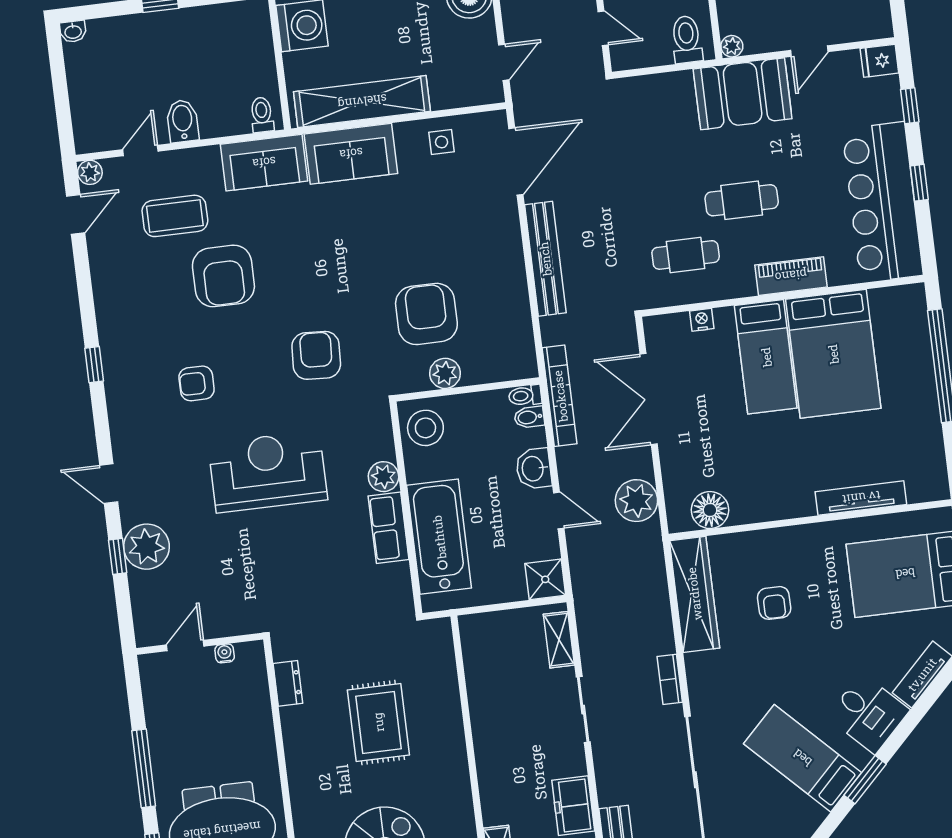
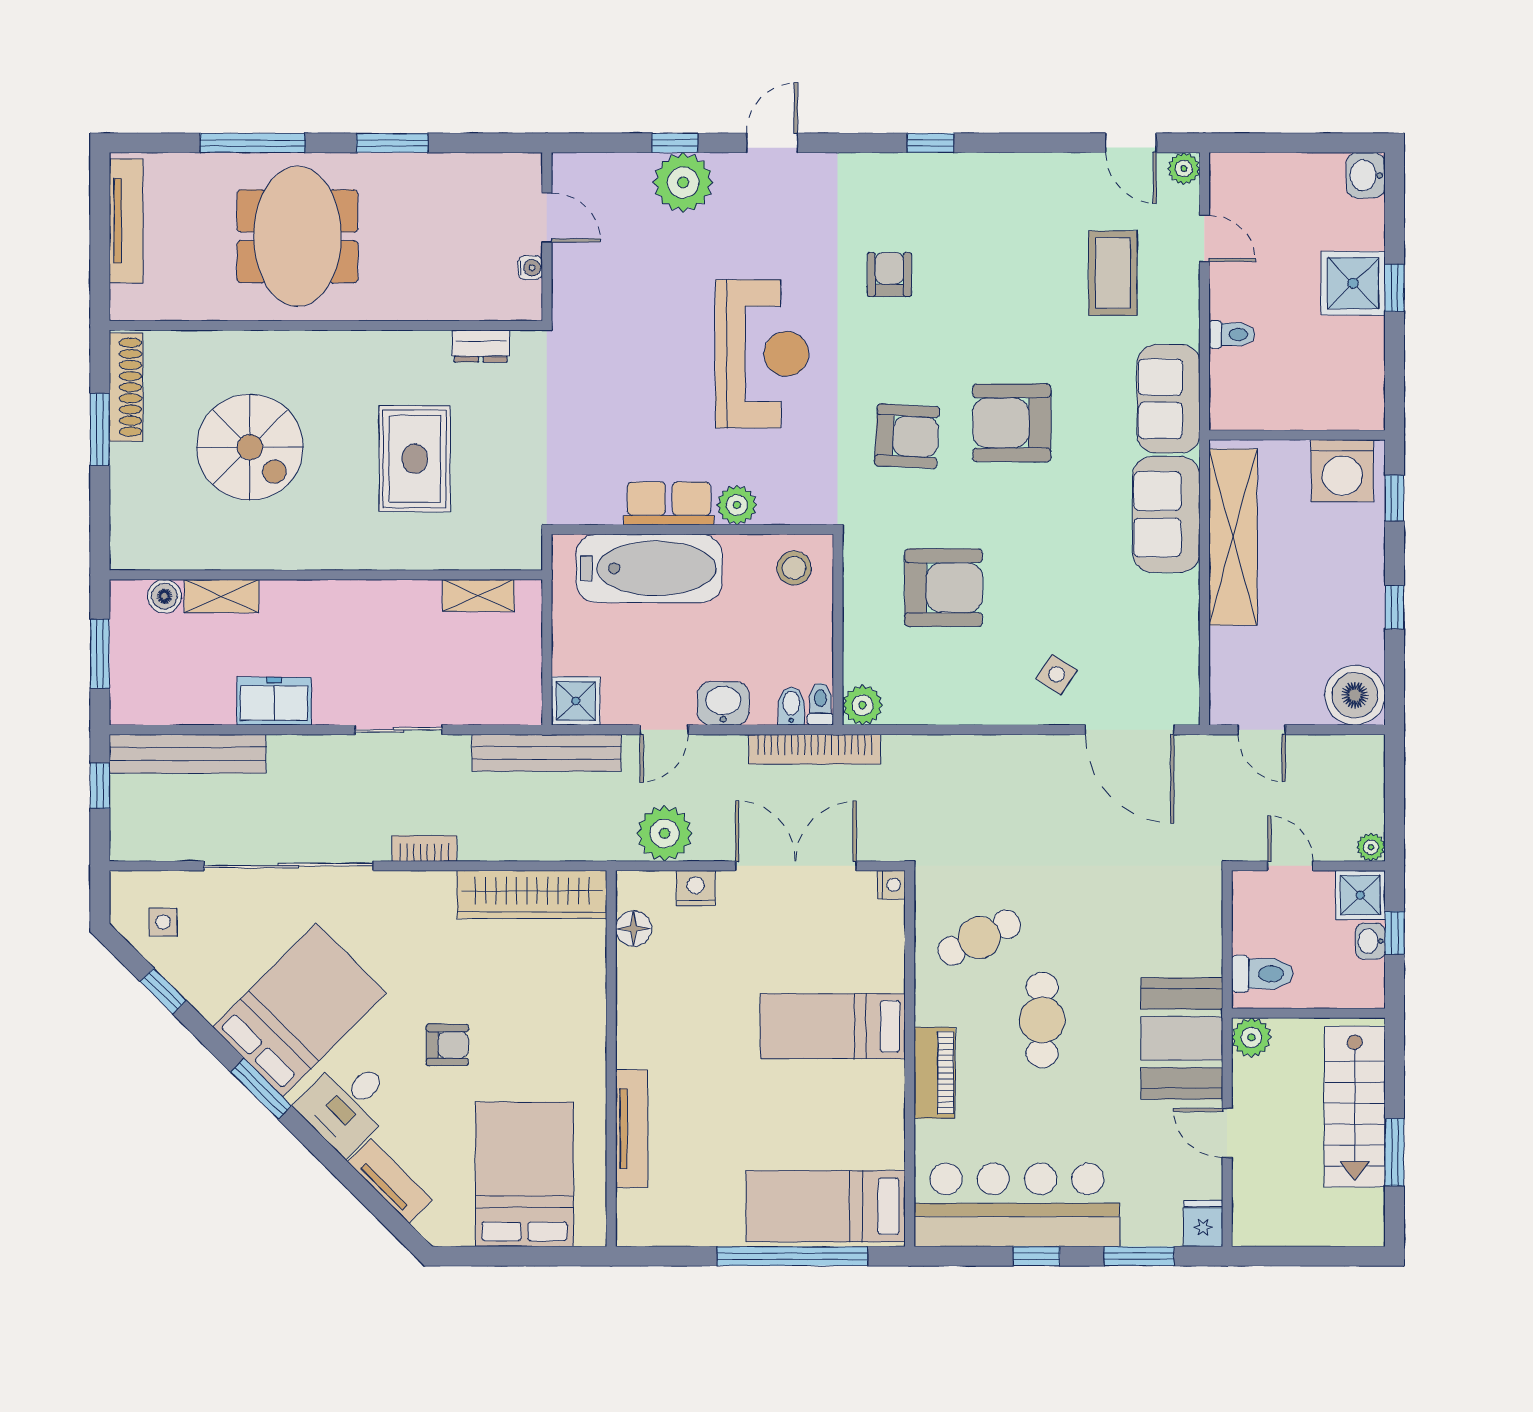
door: (603, 28) -> (1290, 866), swing flipped
washbasin: (73, 31) -> (1366, 175), width x1.38, depth x1.45
shower: (160, 35) -> (1353, 283), added
plant: (732, 46) -> (1251, 1037), width x1.38, depth x1.38
window: (910, 106) -> (1139, 1256), width x1.50
toilet: (262, 115) -> (1232, 334), moved
bidet: (183, 121) -> (1236, 298), removed
side table: (442, 142) -> (1057, 674), moved, turned 33
cafe table: (686, 255) -> (979, 938), turned 64
bench: (545, 259) -> (547, 753), moved
armchair: (223, 276) -> (1012, 423), moved
nightstand: (702, 320) -> (891, 885), moved
bed: (833, 354) -> (826, 1206), moved, width x0.67
plant: (445, 373) -> (863, 705), moved
stool: (425, 428) -> (794, 568), width x0.73, depth x0.73
nightstand: (675, 472) -> (696, 888), added
floor lamp: (710, 510) -> (634, 929), width x0.73, depth x0.73
armchair: (774, 603) -> (447, 1045), moved, turned 180
shelving: (559, 640) -> (478, 596), moved
rug: (378, 722) -> (415, 459), turned 90
bed: (802, 758) -> (299, 1010), width x1.50
window: (144, 768) -> (392, 143), width x0.69

